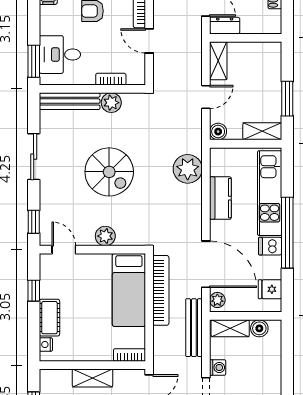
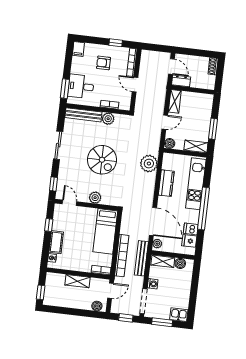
dishwasher: (270, 246) -> (191, 229), moved
bookcase: (161, 290) -> (122, 256), moved

